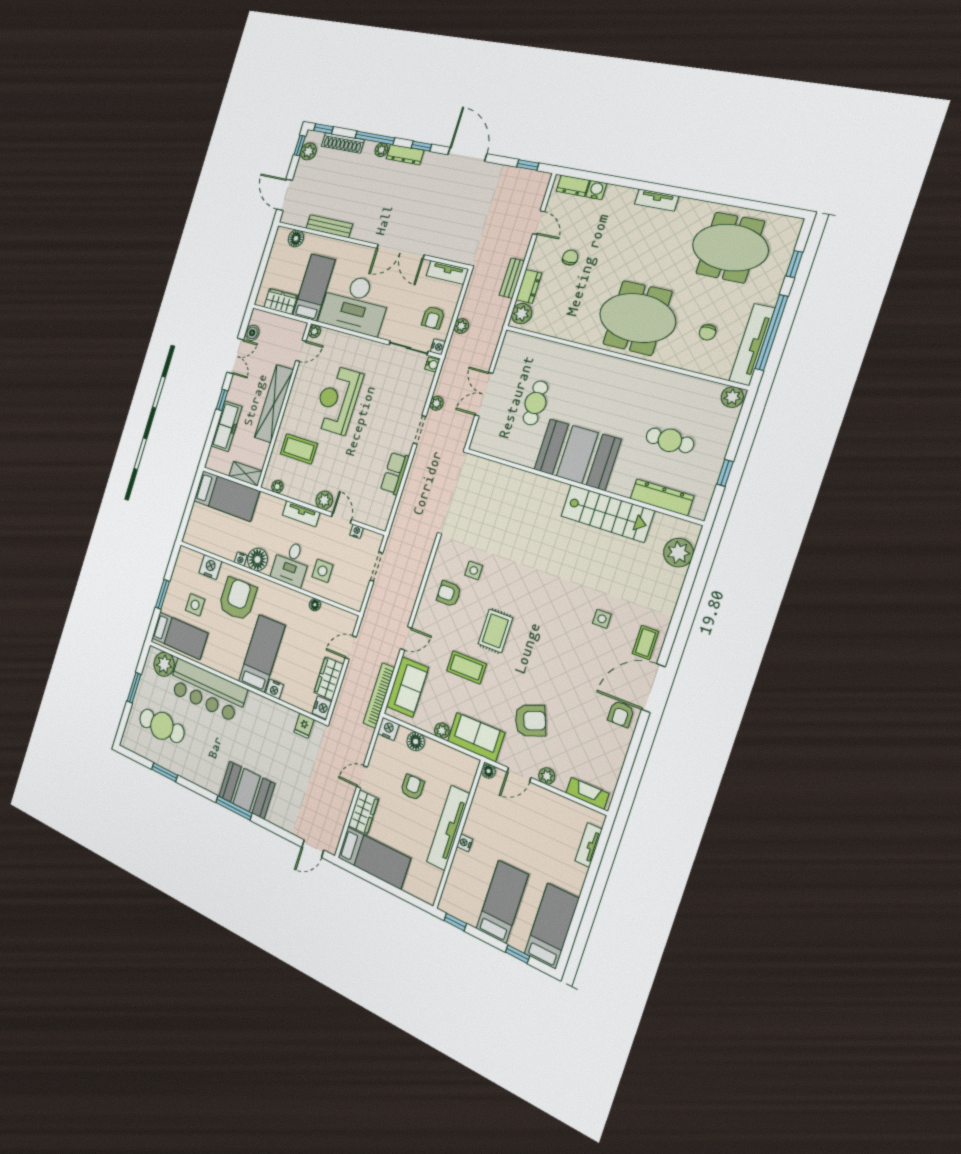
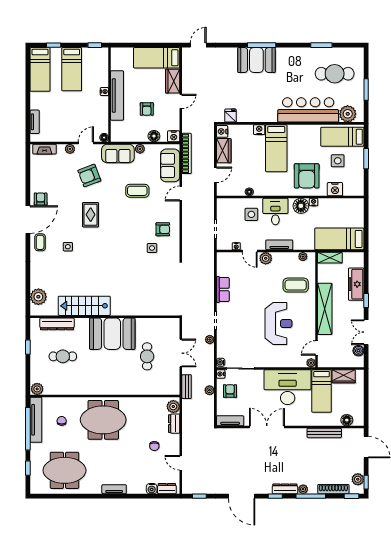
bench: (512, 278) -> (187, 387), moved
rug: (495, 631) -> (91, 215), moved

